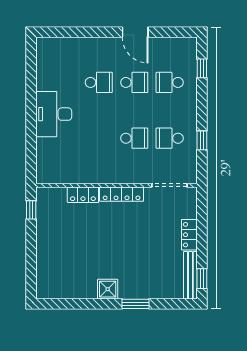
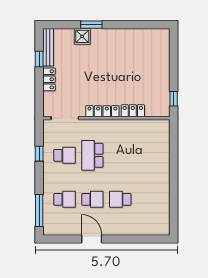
window: (202, 68) -> (39, 210), width x2.17
school desk: (134, 82) -> (92, 199), turned 180
desk: (54, 114) -> (156, 174), removed
school desk: (134, 138) -> (92, 155), width x1.85
window: (202, 279) -> (39, 59), moved
shower: (108, 289) -> (82, 36), moved

